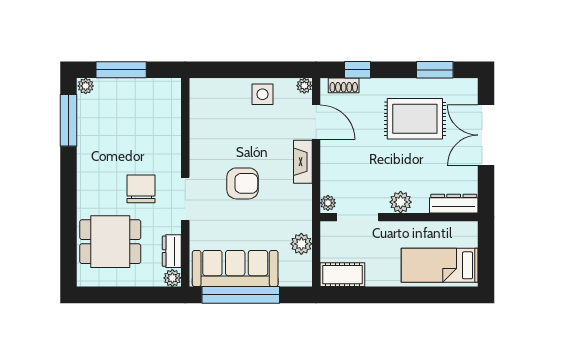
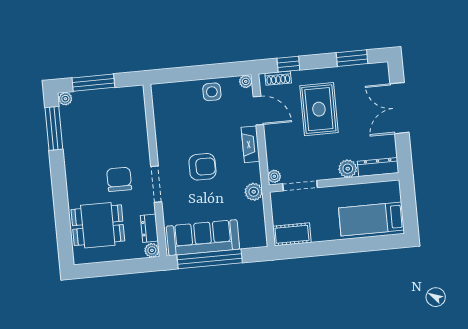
rug: (415, 119) -> (319, 109), moved, turned 90
plant: (401, 202) -> (348, 169), moved
plant: (301, 244) -> (254, 192), moved

